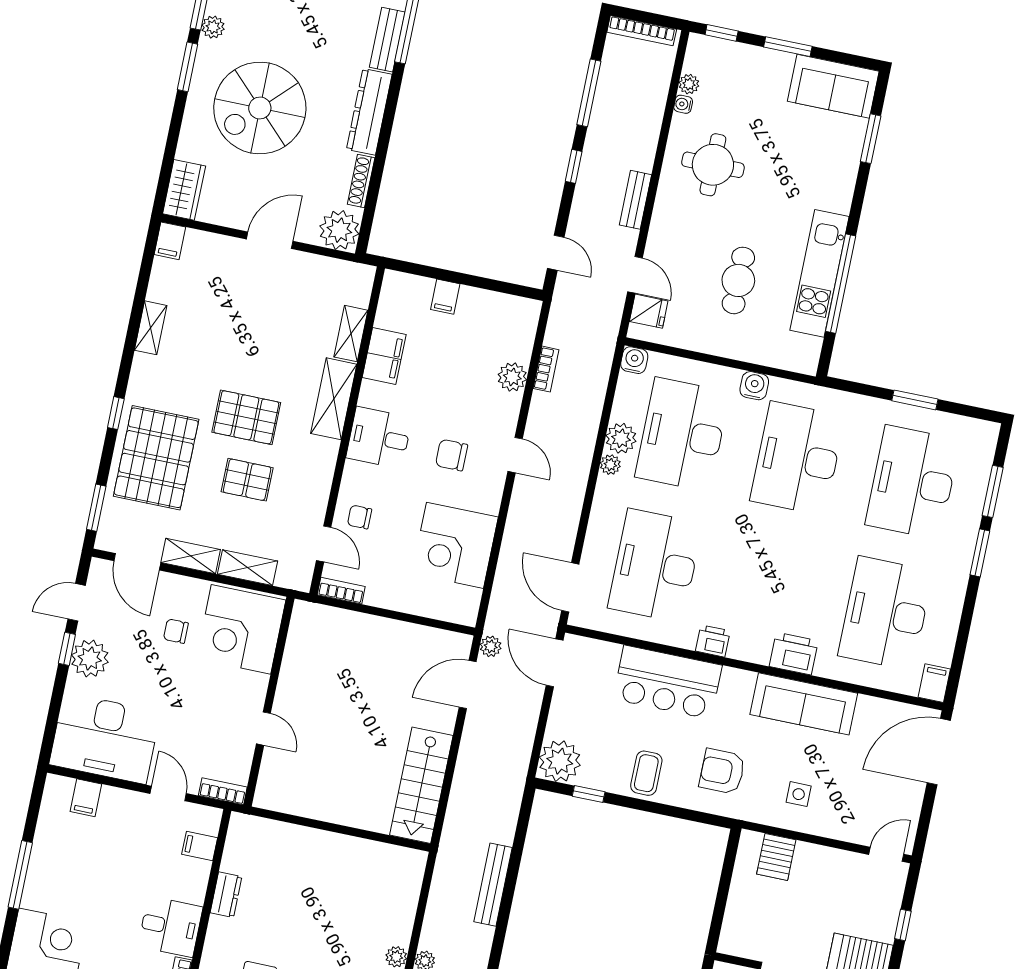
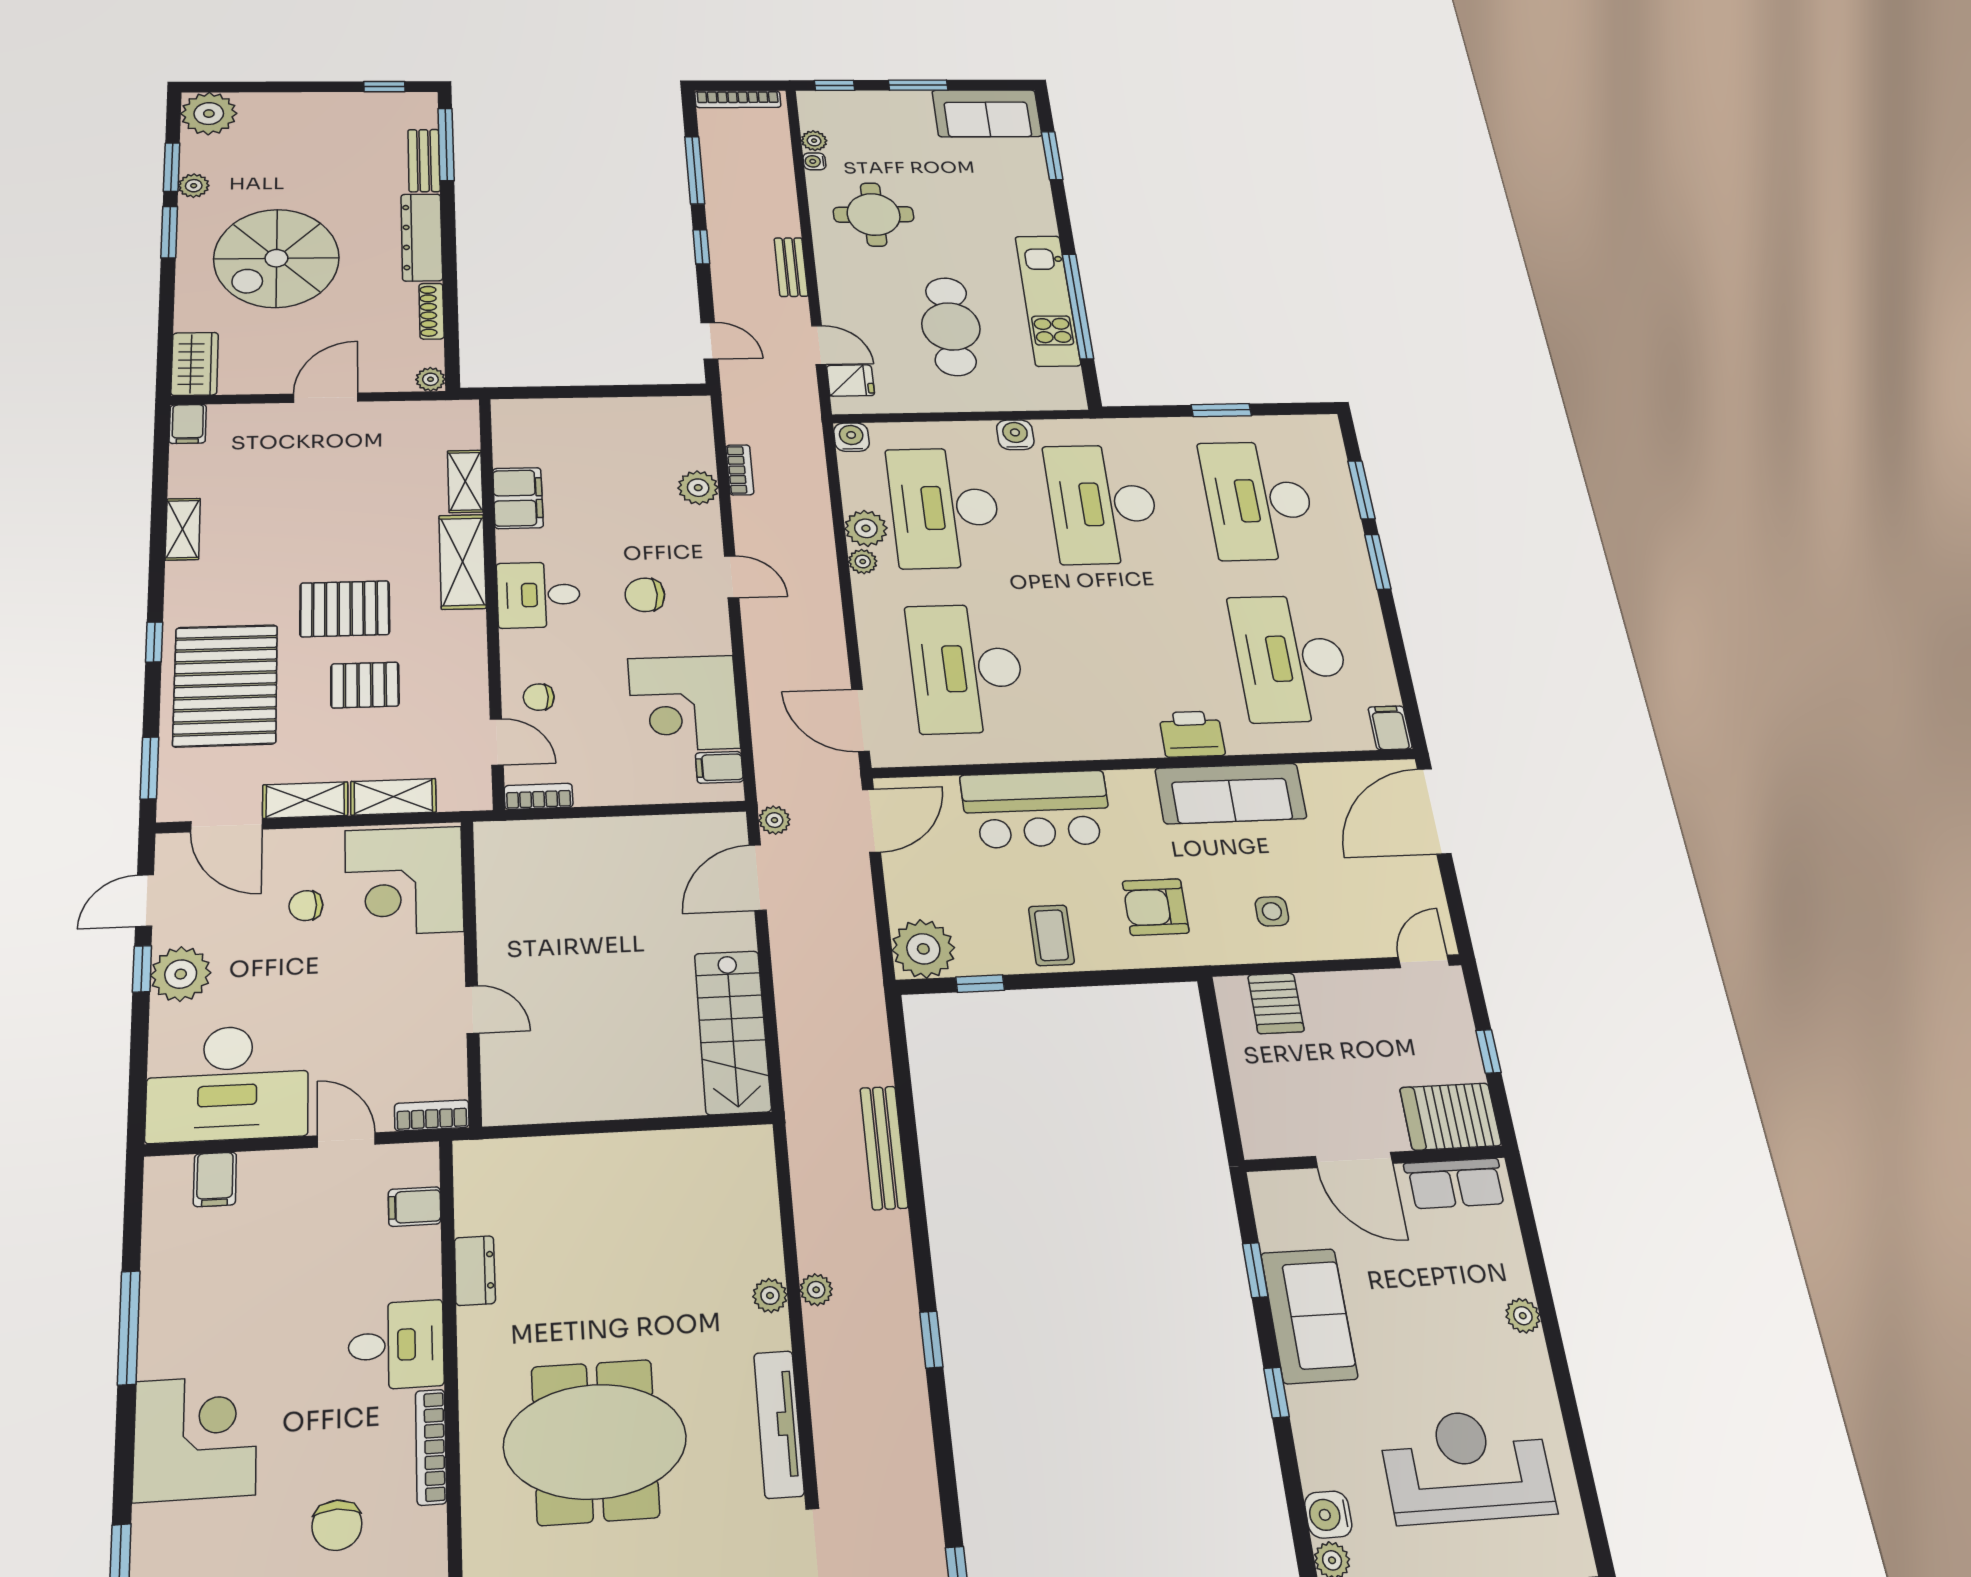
plant: (339, 230) -> (430, 379), width x0.53, depth x0.53
cafe table: (738, 280) -> (951, 326), width x1.37, depth x1.35
filing cabinet: (445, 297) -> (719, 767), moved, turned 90
printer: (713, 641) -> (1078, 743), removed
door: (555, 663) -> (872, 821), swing flipped

